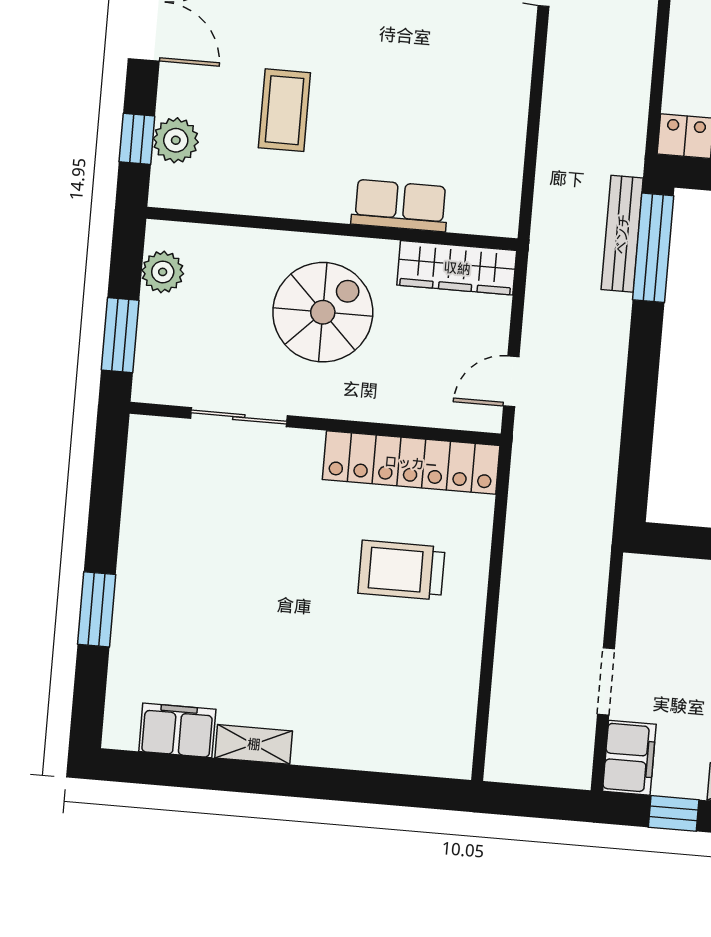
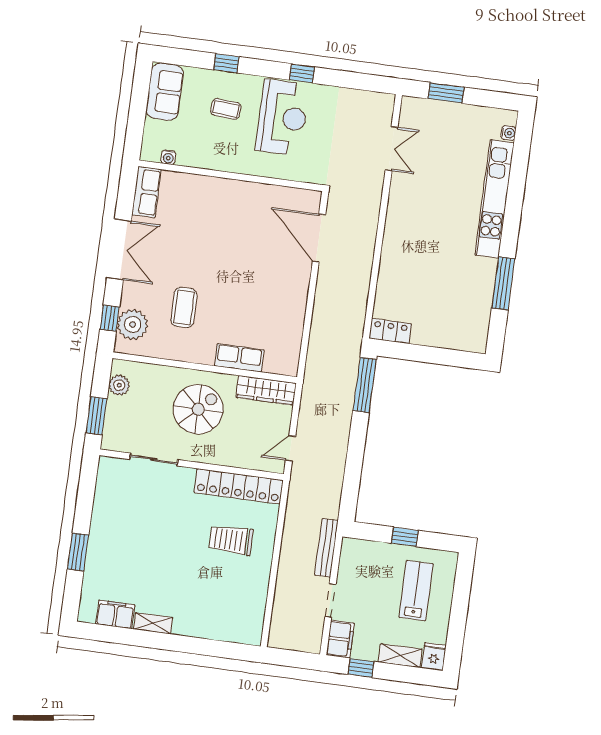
plant: (176, 140) -> (133, 324), width x1.36, depth x1.36
bench: (622, 234) -> (326, 548), moved

